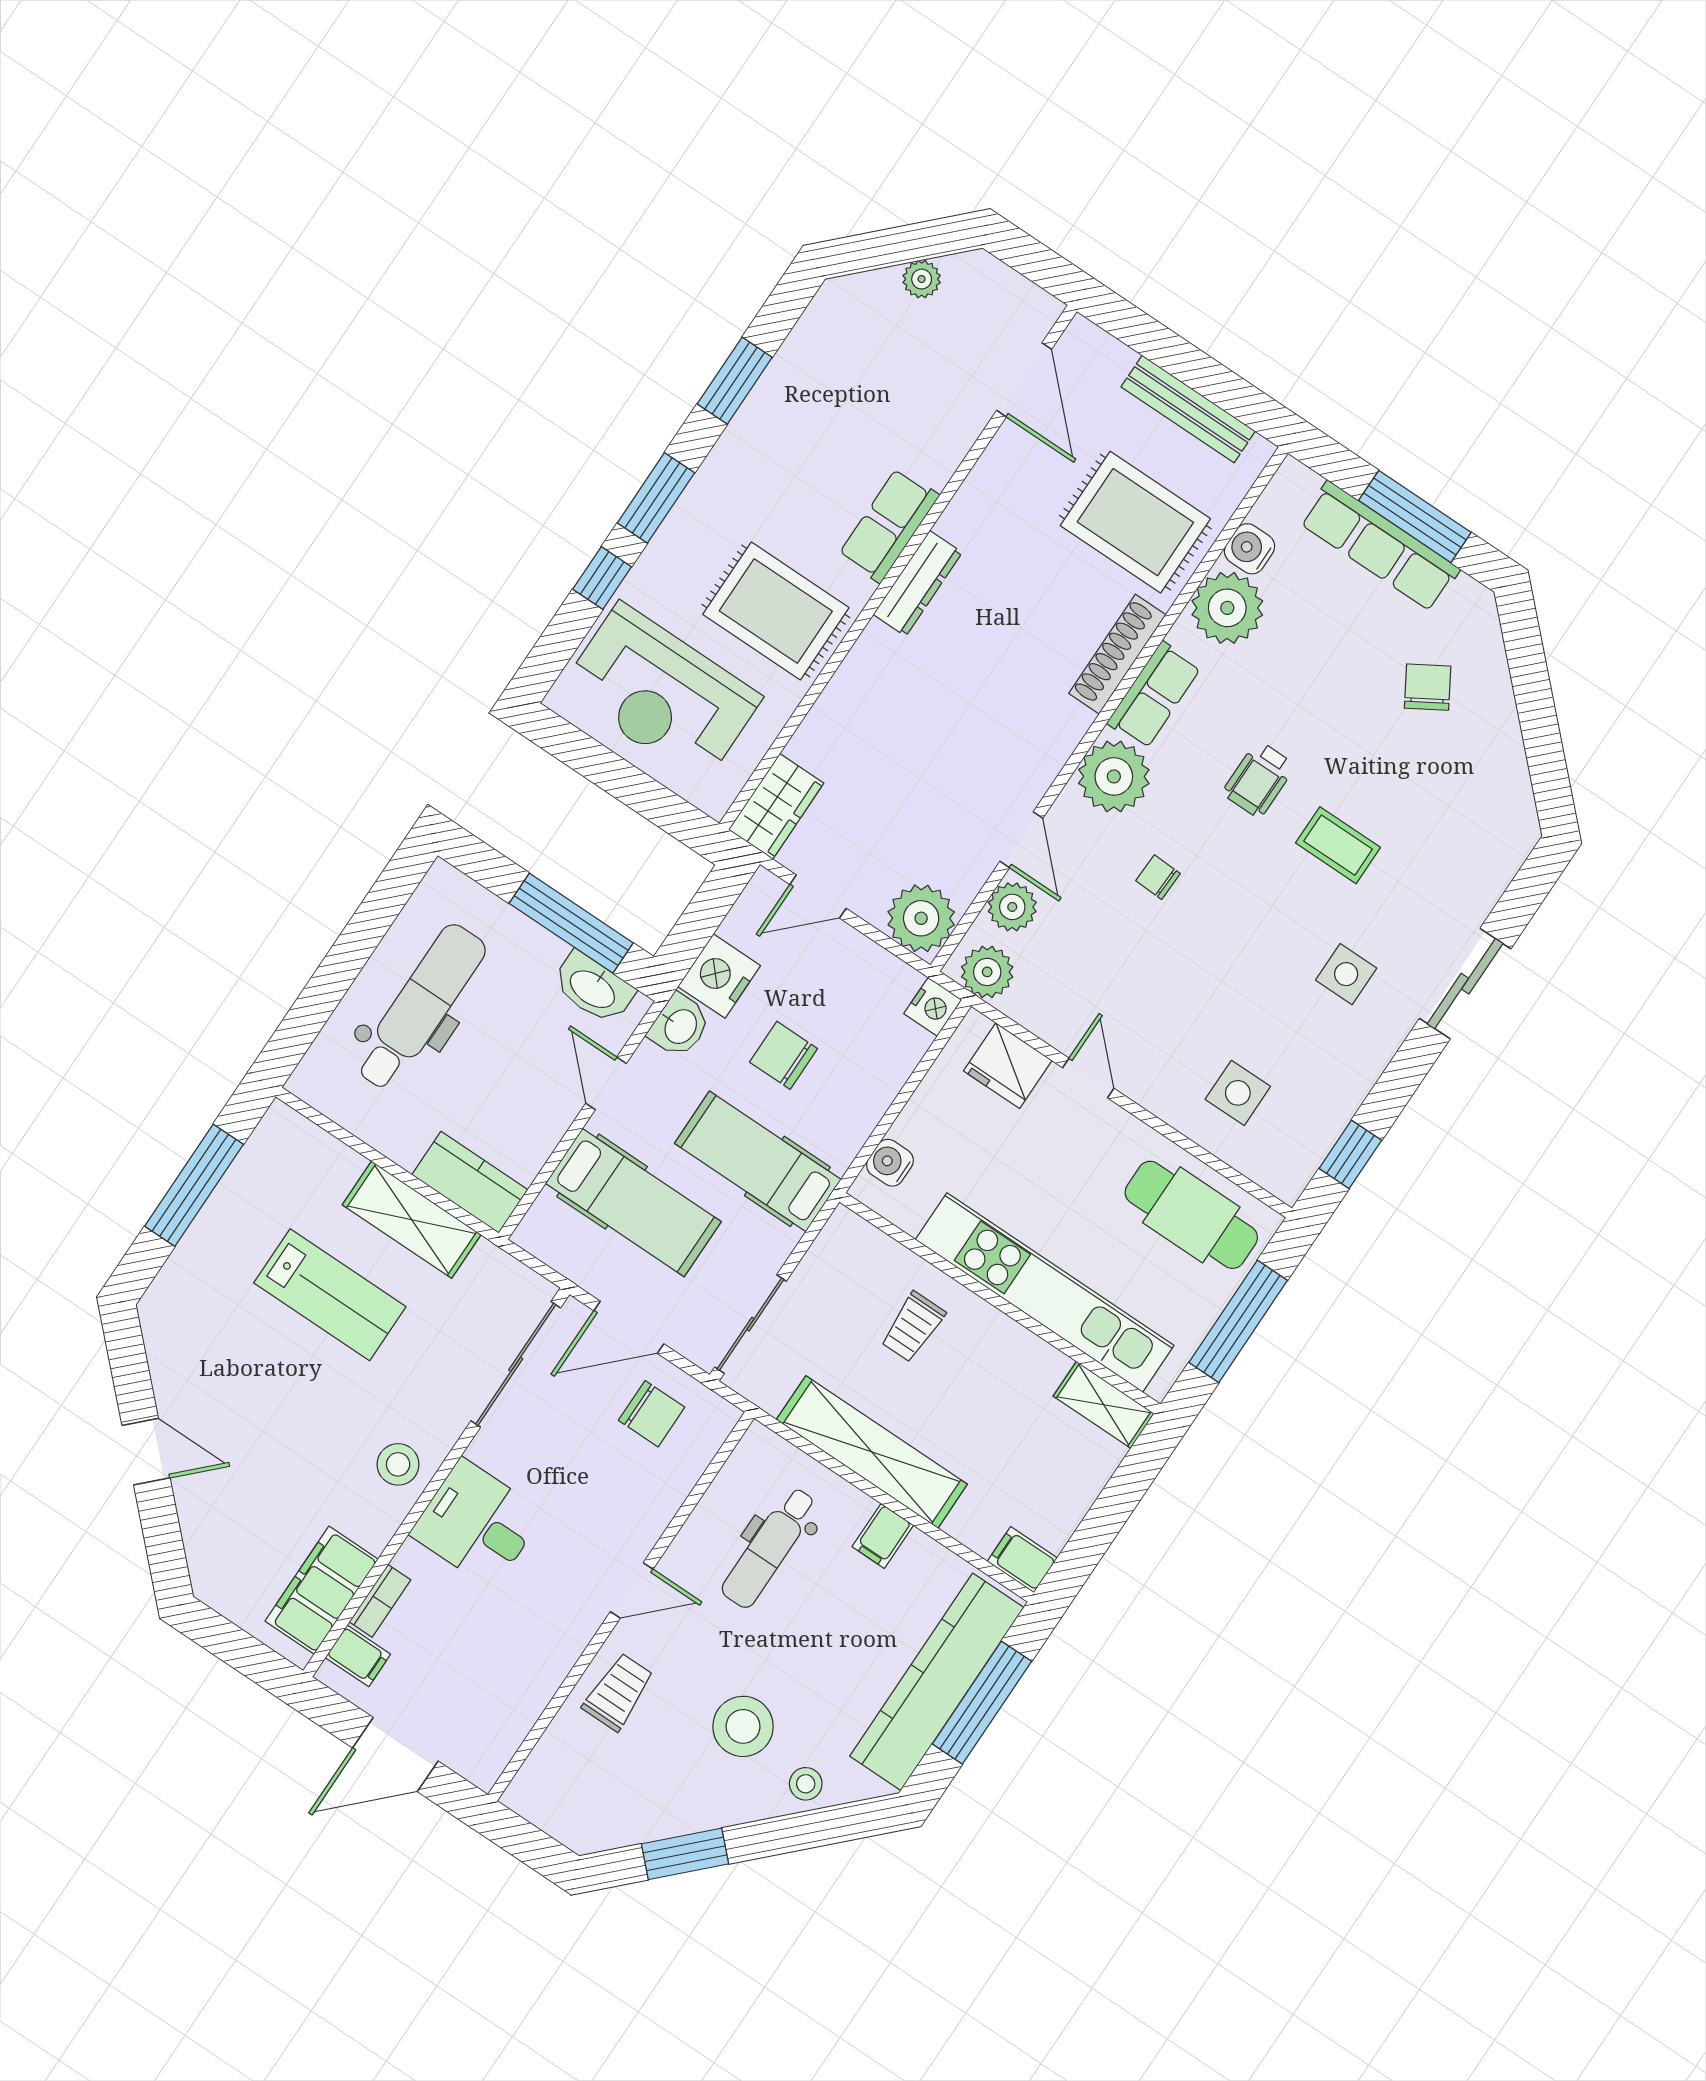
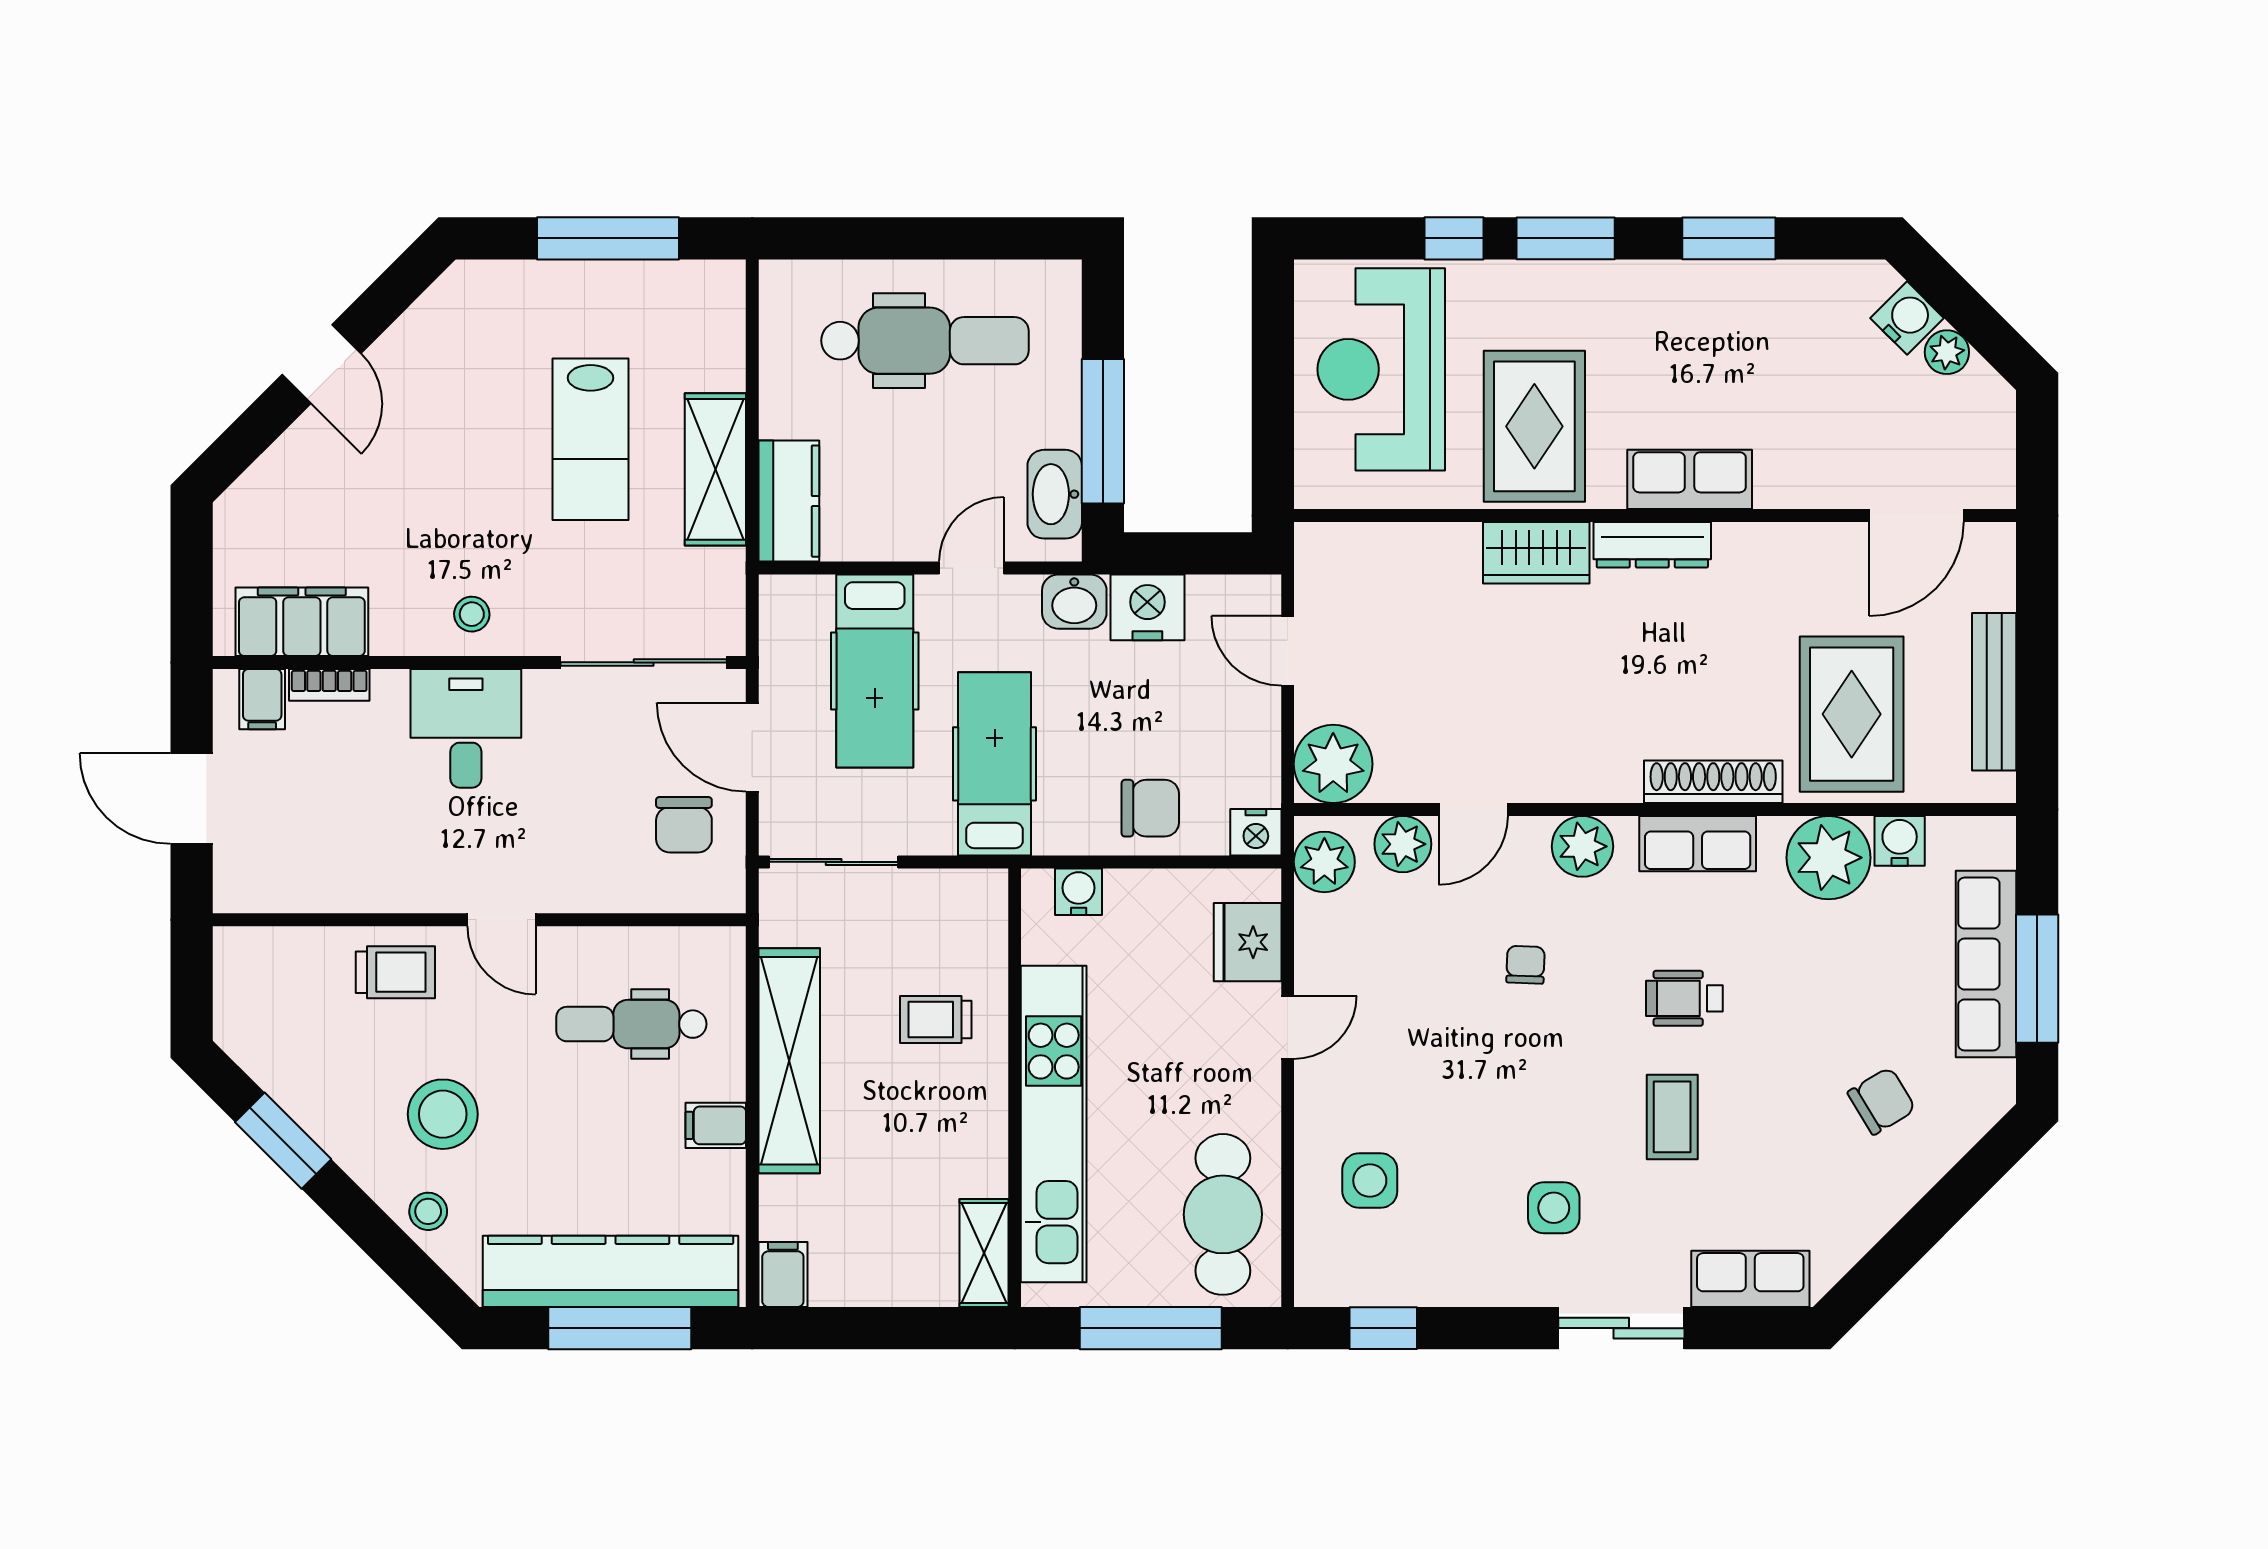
water cooler: (878, 291) -> (1907, 318), added
plant: (1114, 776) -> (1582, 846), width x0.73, depth x0.73
wardrobe: (776, 806) -> (1536, 553), moved
row of seats: (1492, 867) -> (1750, 1279), added
chair: (783, 1055) -> (1150, 808), moved, turned 90
stool: (398, 1464) -> (472, 614), width x0.73, depth x0.73

